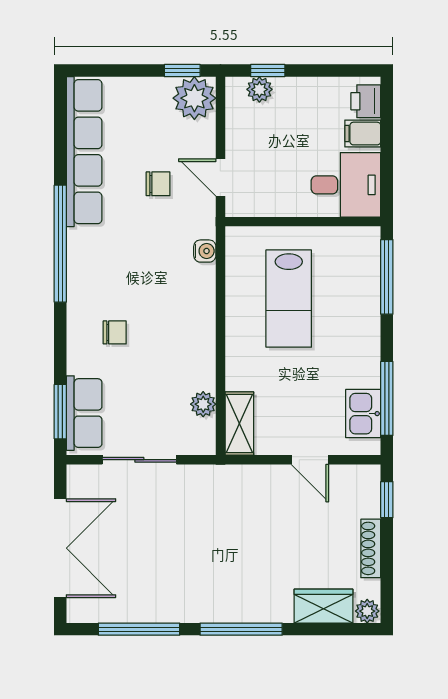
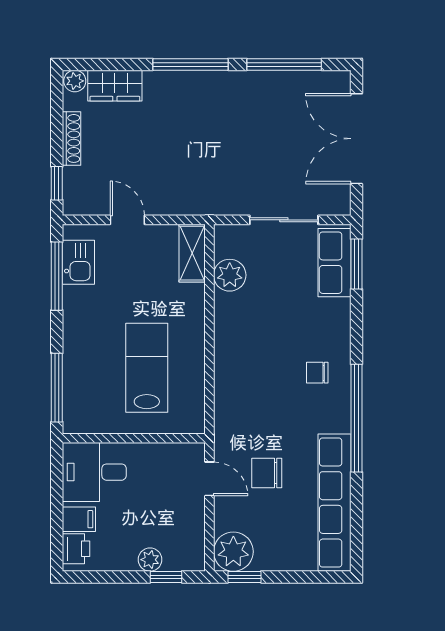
plant: (259, 89) -> (150, 560), moved
chair: (158, 184) -> (267, 473), width x1.37, depth x1.37
water cooler: (205, 251) -> (224, 411), removed
chair: (115, 332) -> (317, 373), moved
plant: (203, 404) -> (230, 275), width x1.38, depth x1.38

